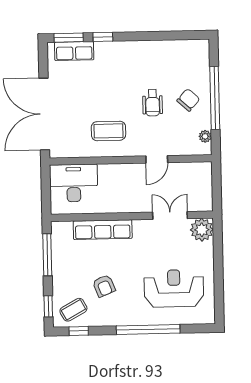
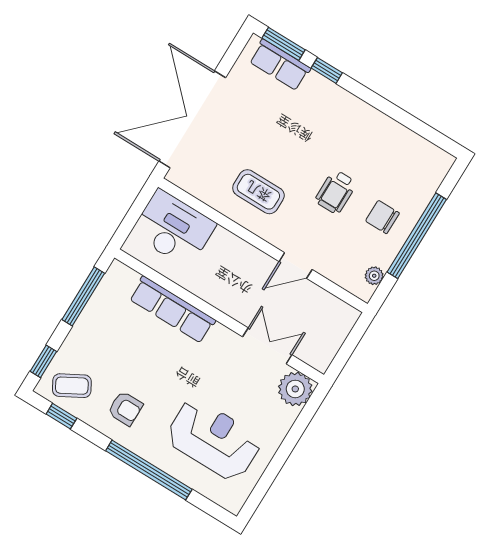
chair: (188, 100) -> (382, 217), turned -132
armchair: (104, 286) -> (125, 408), moved, turned -68

